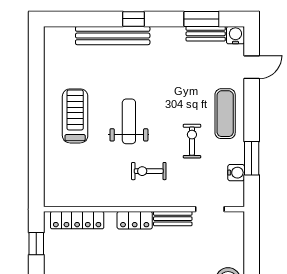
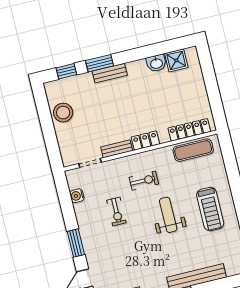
exercise mat: (225, 114) -> (193, 150), moved, turned 90
weight bench: (129, 121) -> (168, 215), turned 180
window: (252, 158) -> (76, 243), moved
window: (36, 244) -> (216, 104), removed

